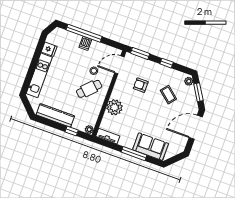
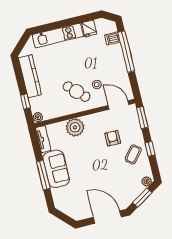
dishwasher: (85, 43) -> (112, 38), moved
coffee table: (168, 95) -> (133, 154), moved
sofa: (151, 147) -> (56, 169), moved

